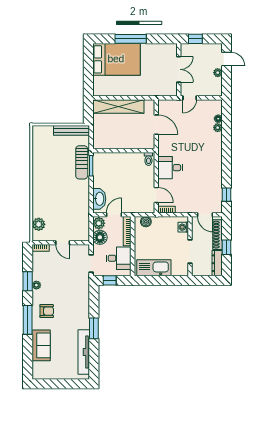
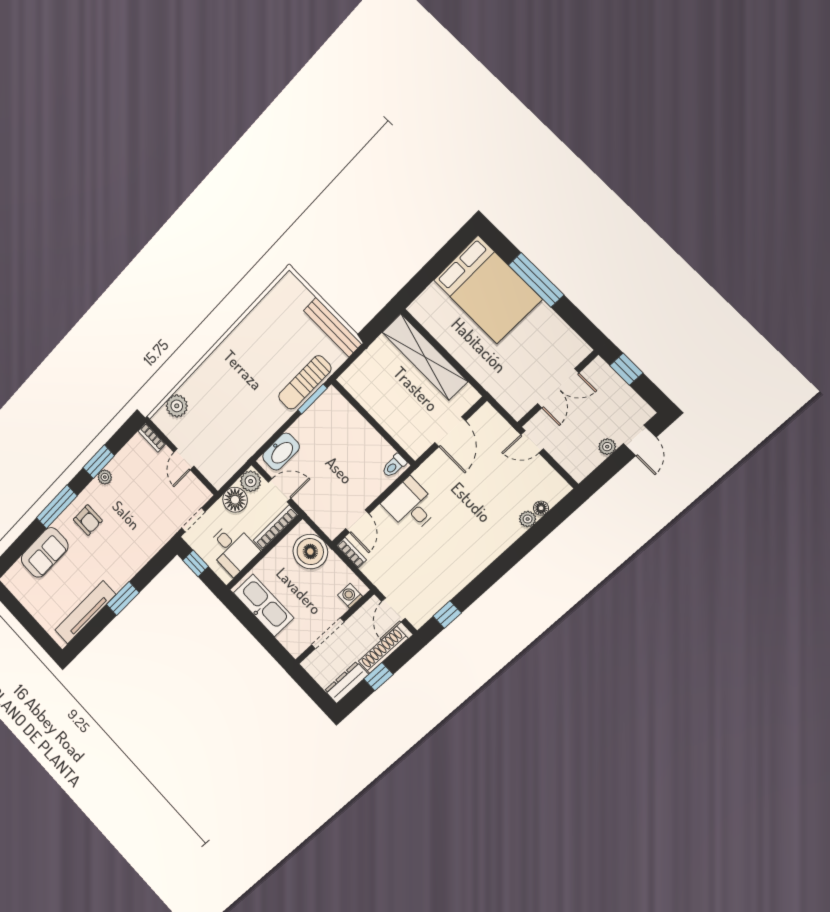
boiler: (146, 222) -> (310, 552), width x1.86, depth x1.86

